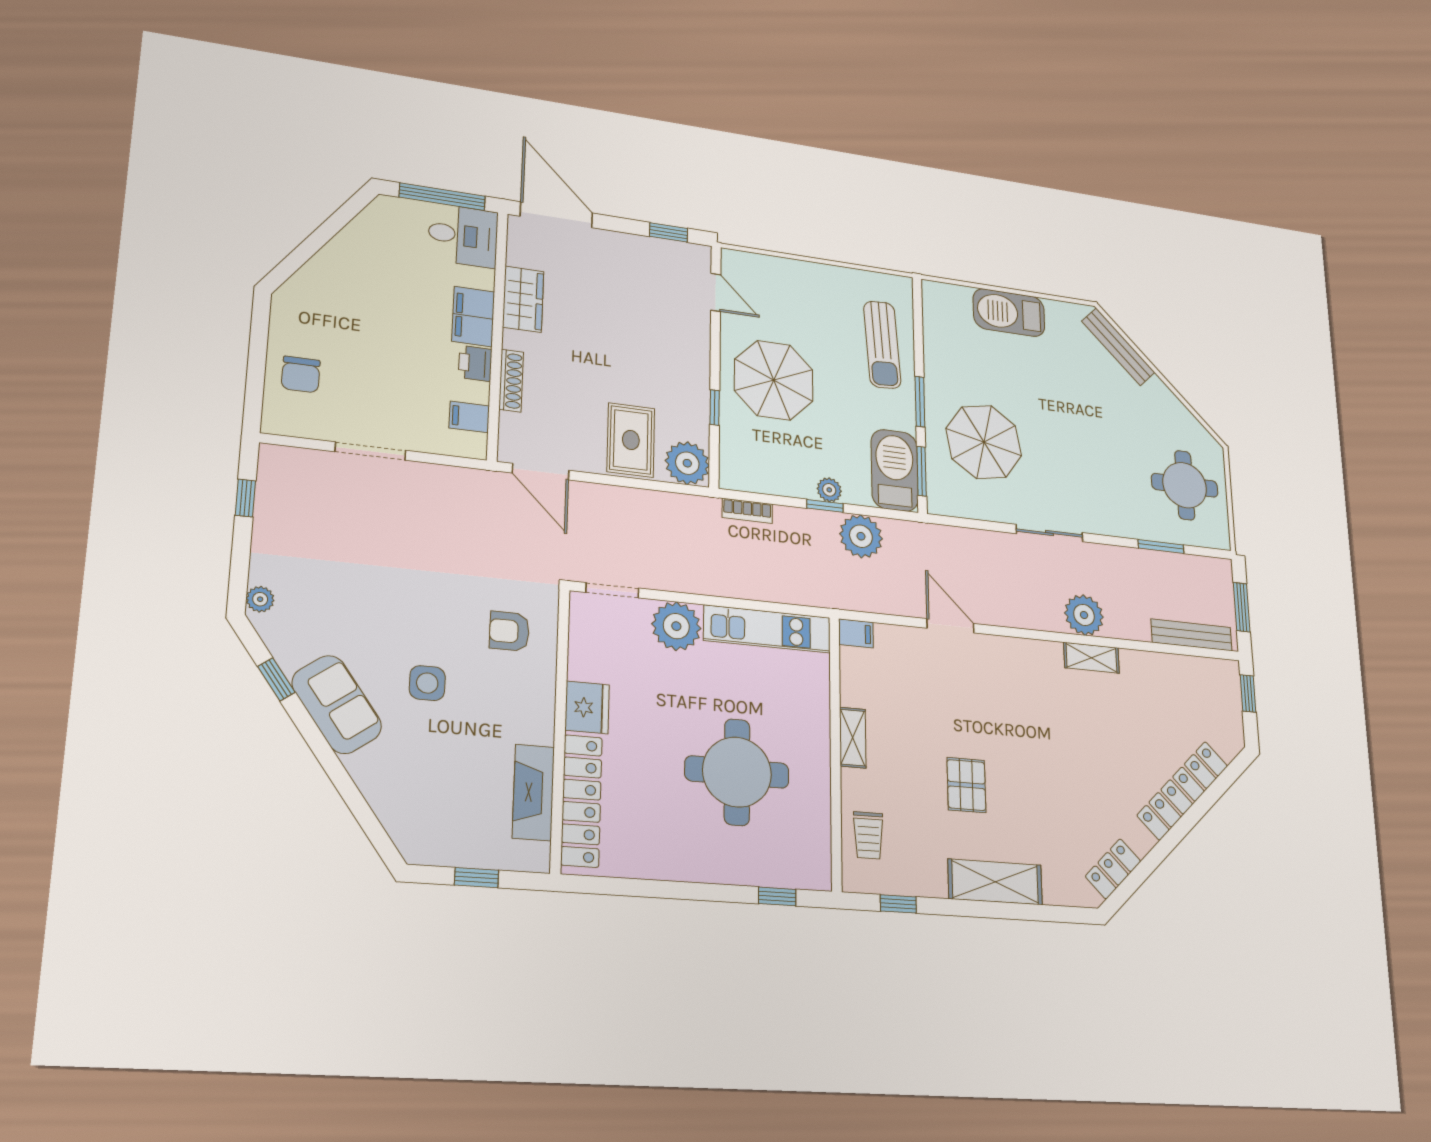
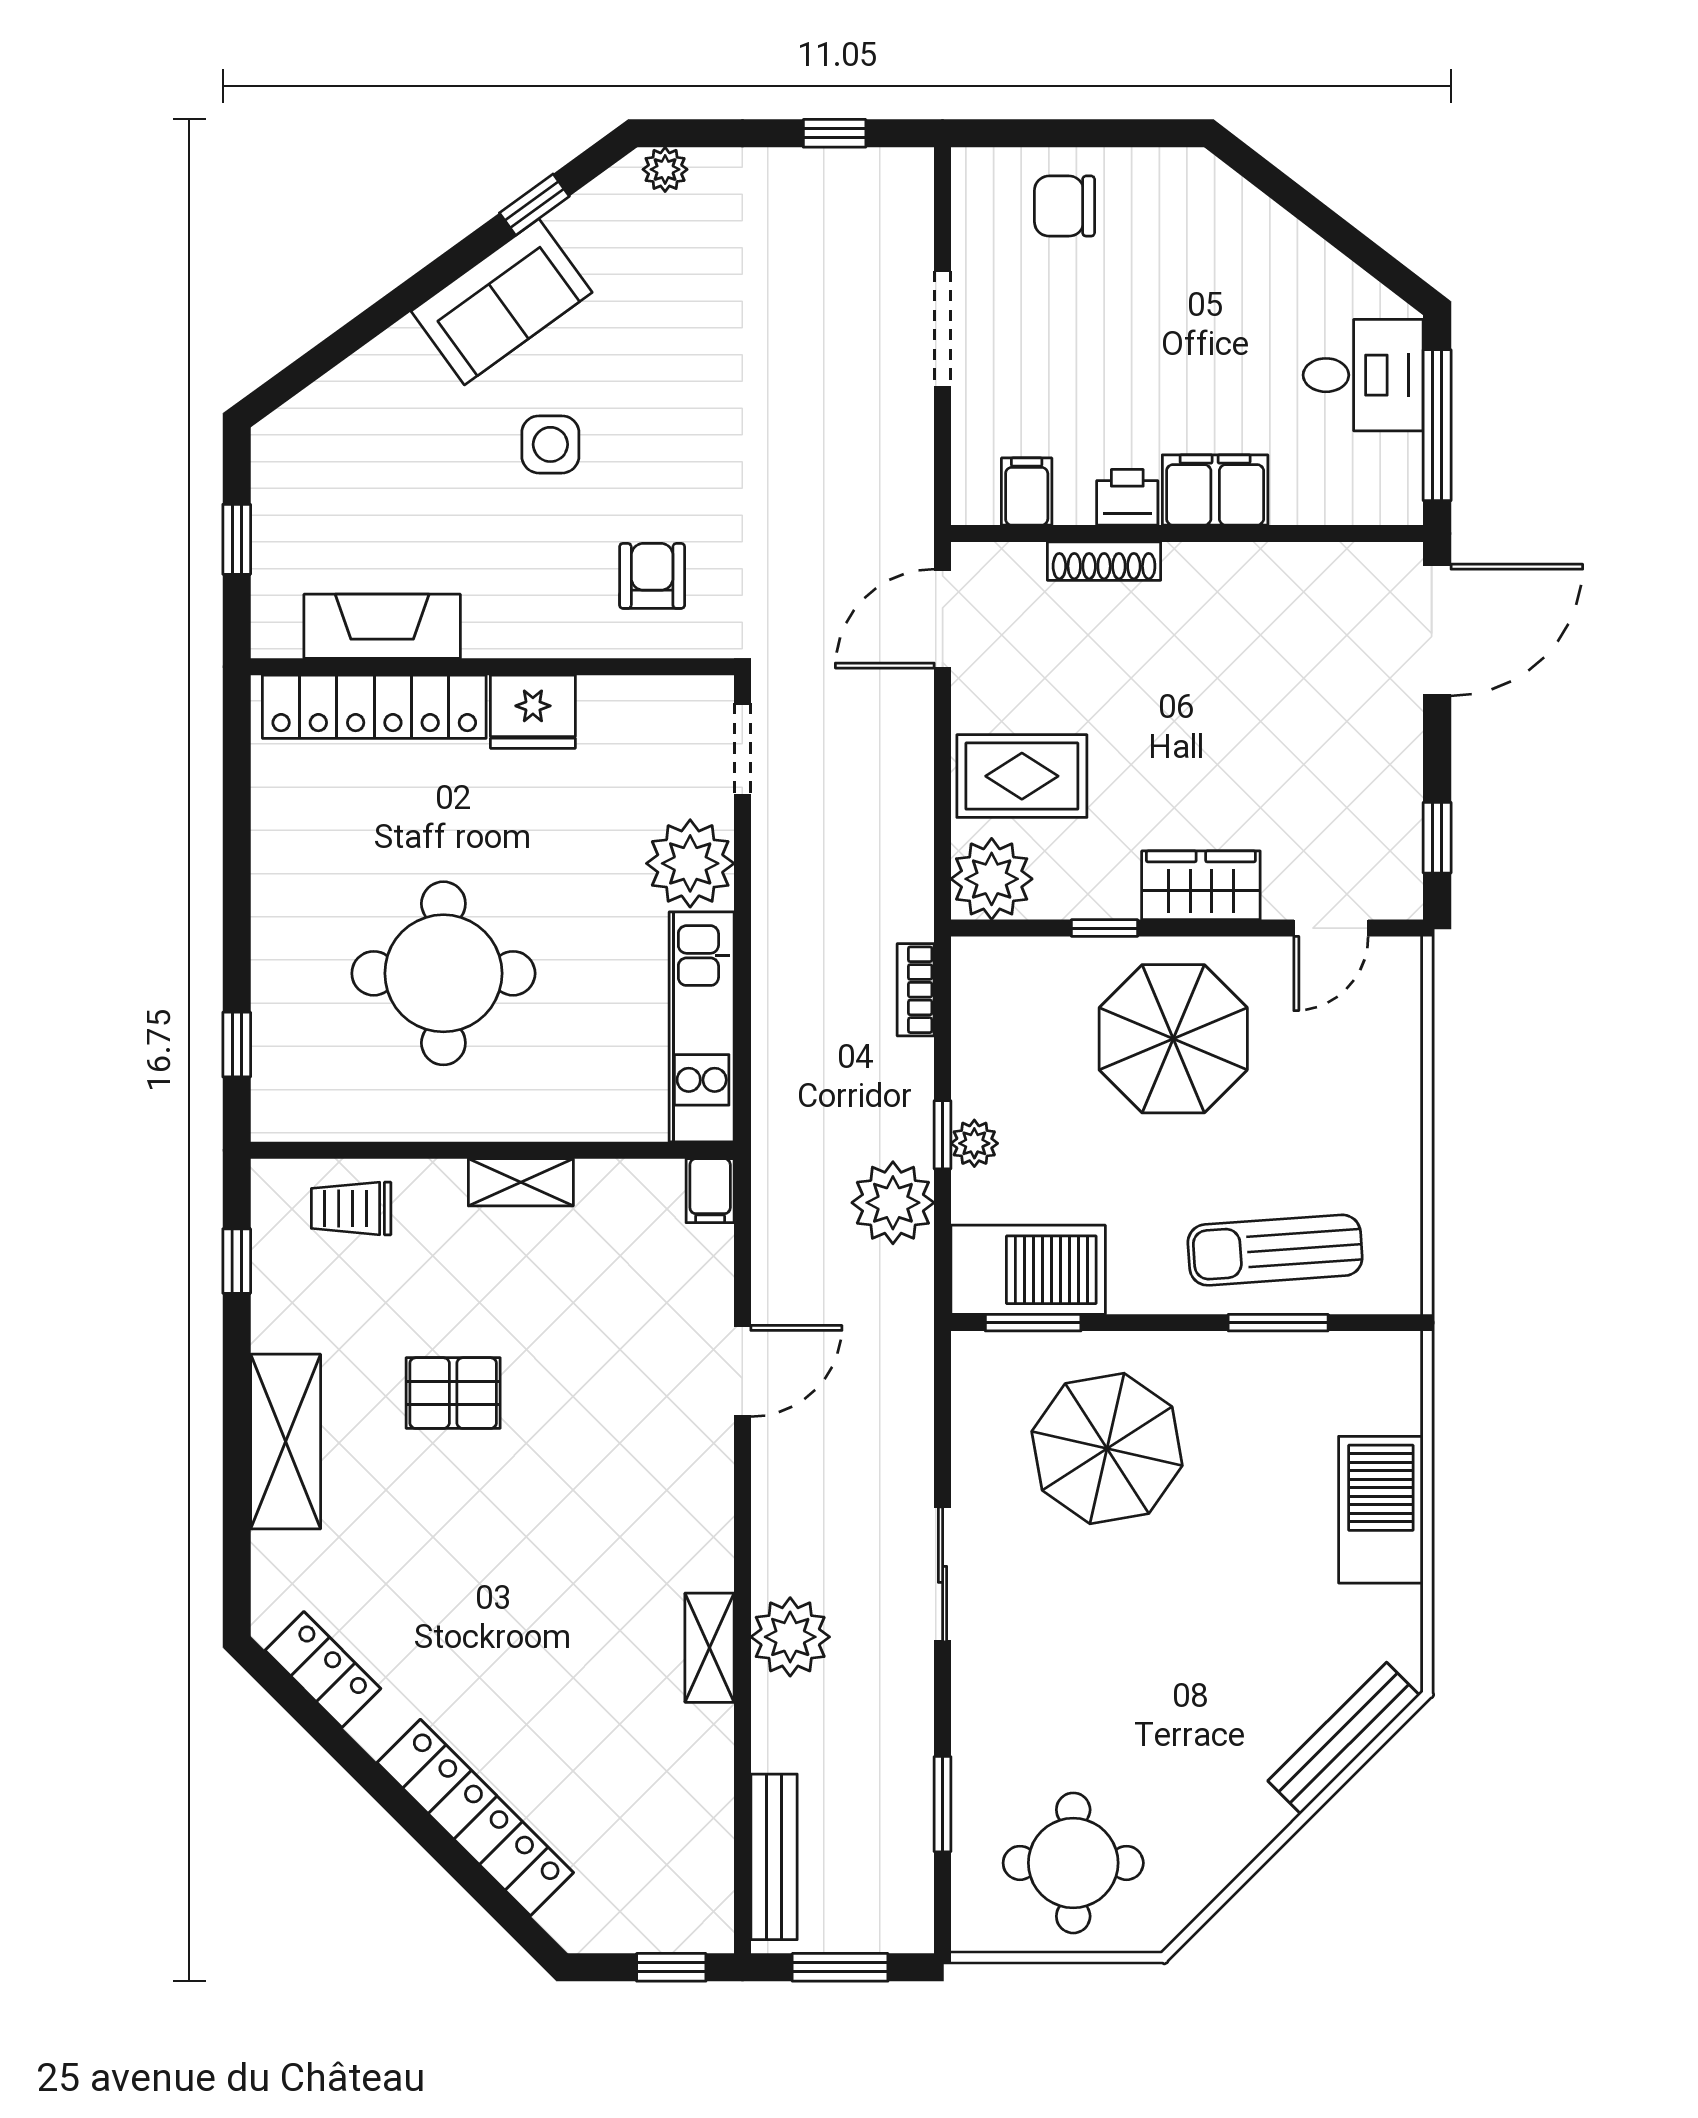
desk: (463, 236) -> (1363, 375), moved, turned -90
wardrobe: (523, 299) -> (1201, 885), moved, turned 180
window: (920, 402) -> (1278, 1323), moved

